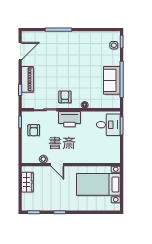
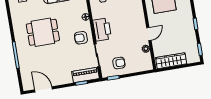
dining table: (77, 60) -> (43, 32), added
piano: (27, 79) -> (86, 75), moved
wardrobe: (27, 182) -> (171, 61), width x1.50

